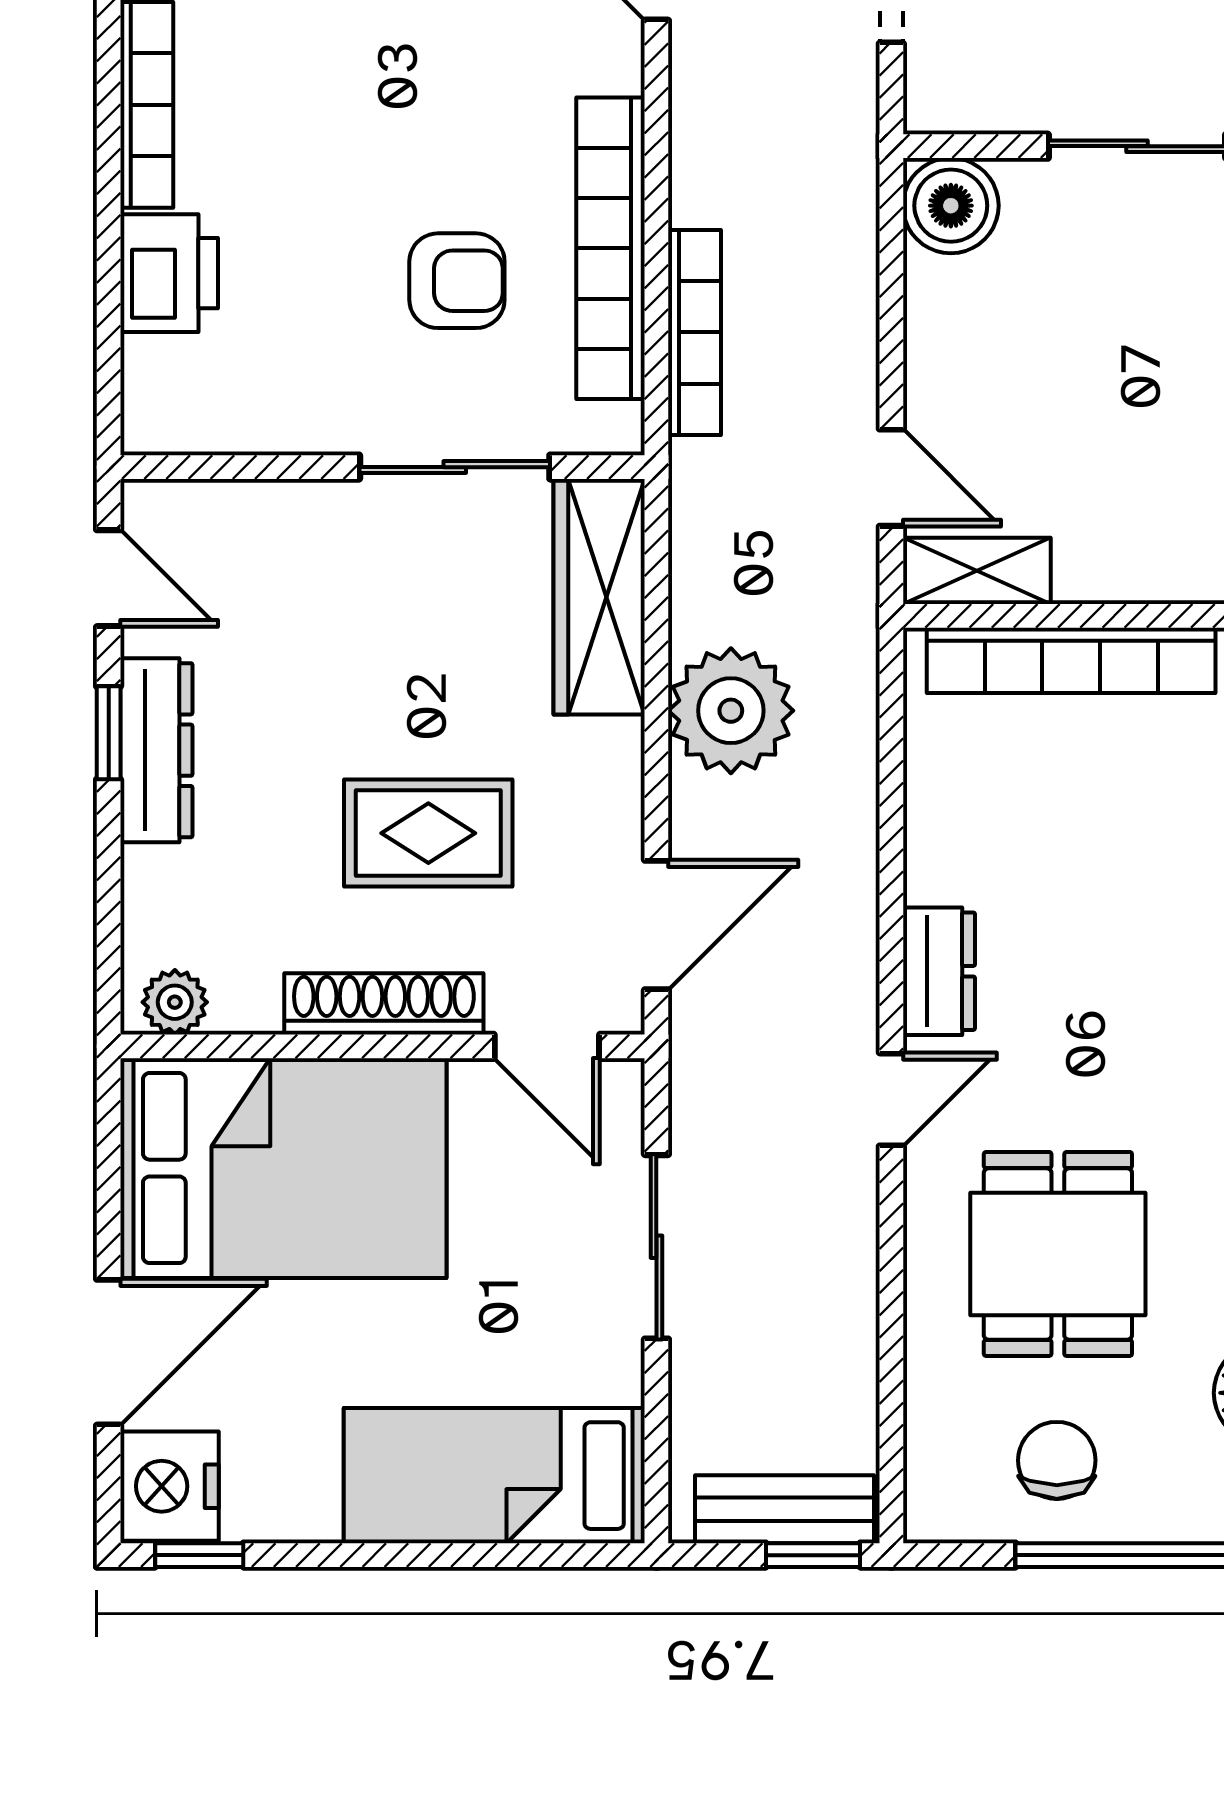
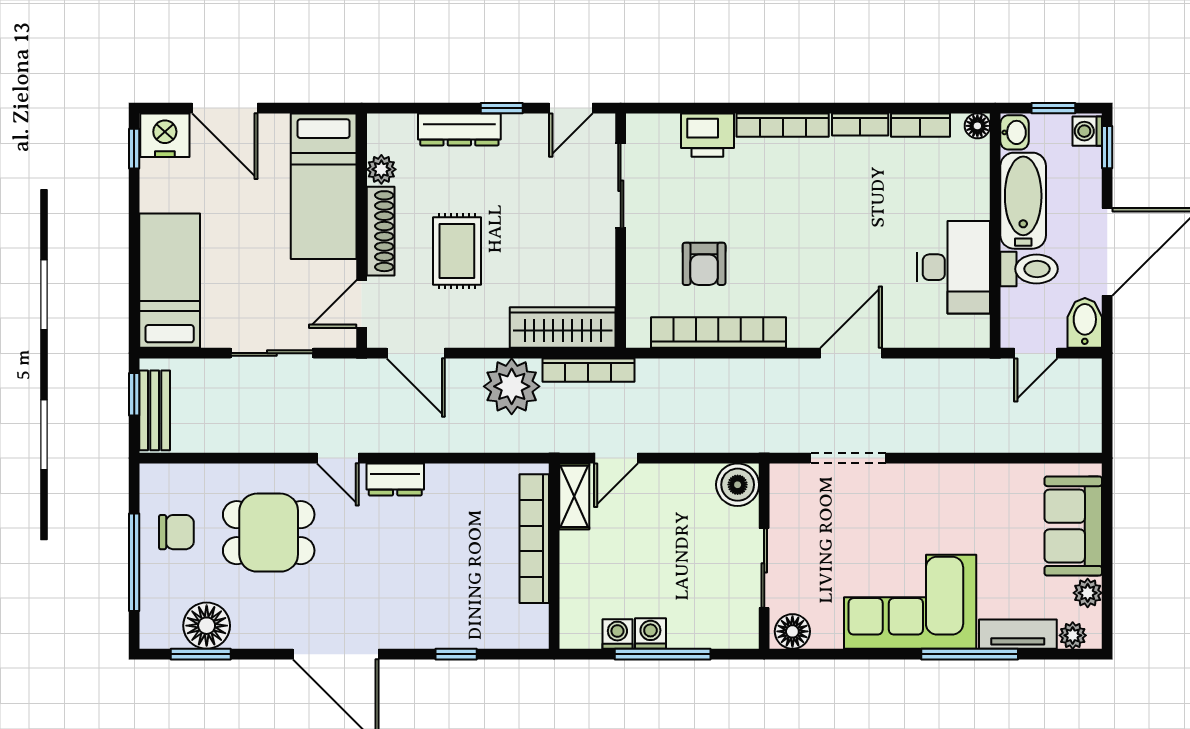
bookcase: (695, 332) -> (588, 370), moved
sliding door: (455, 467) -> (621, 186), moved
dresser: (156, 750) -> (459, 129), moved
plant: (175, 1002) -> (381, 169), moved
bed: (283, 1168) -> (324, 186), width x0.67
window: (813, 1555) -> (134, 394), moved

